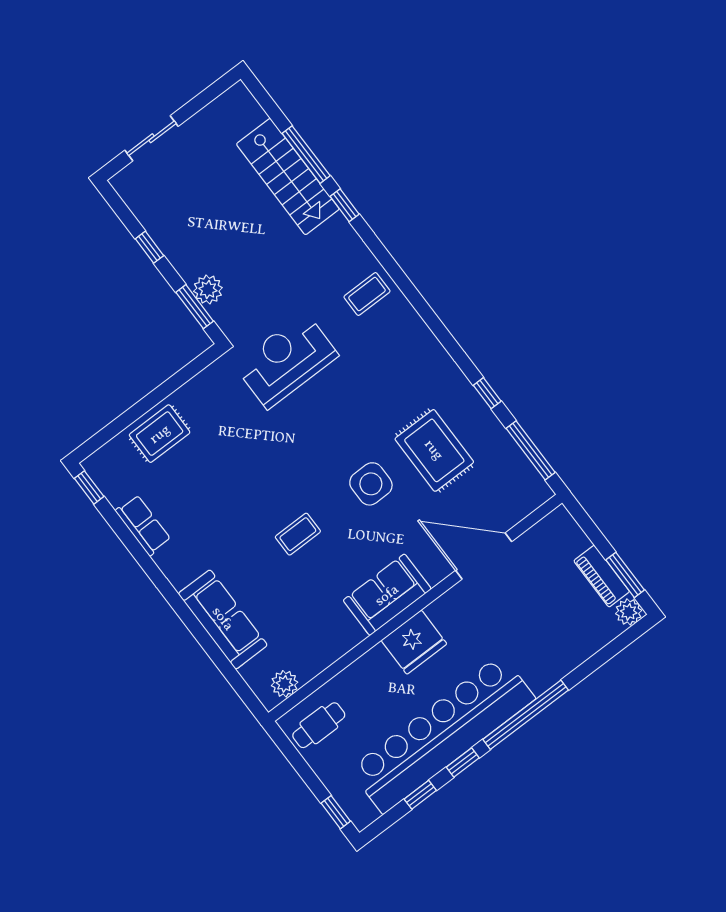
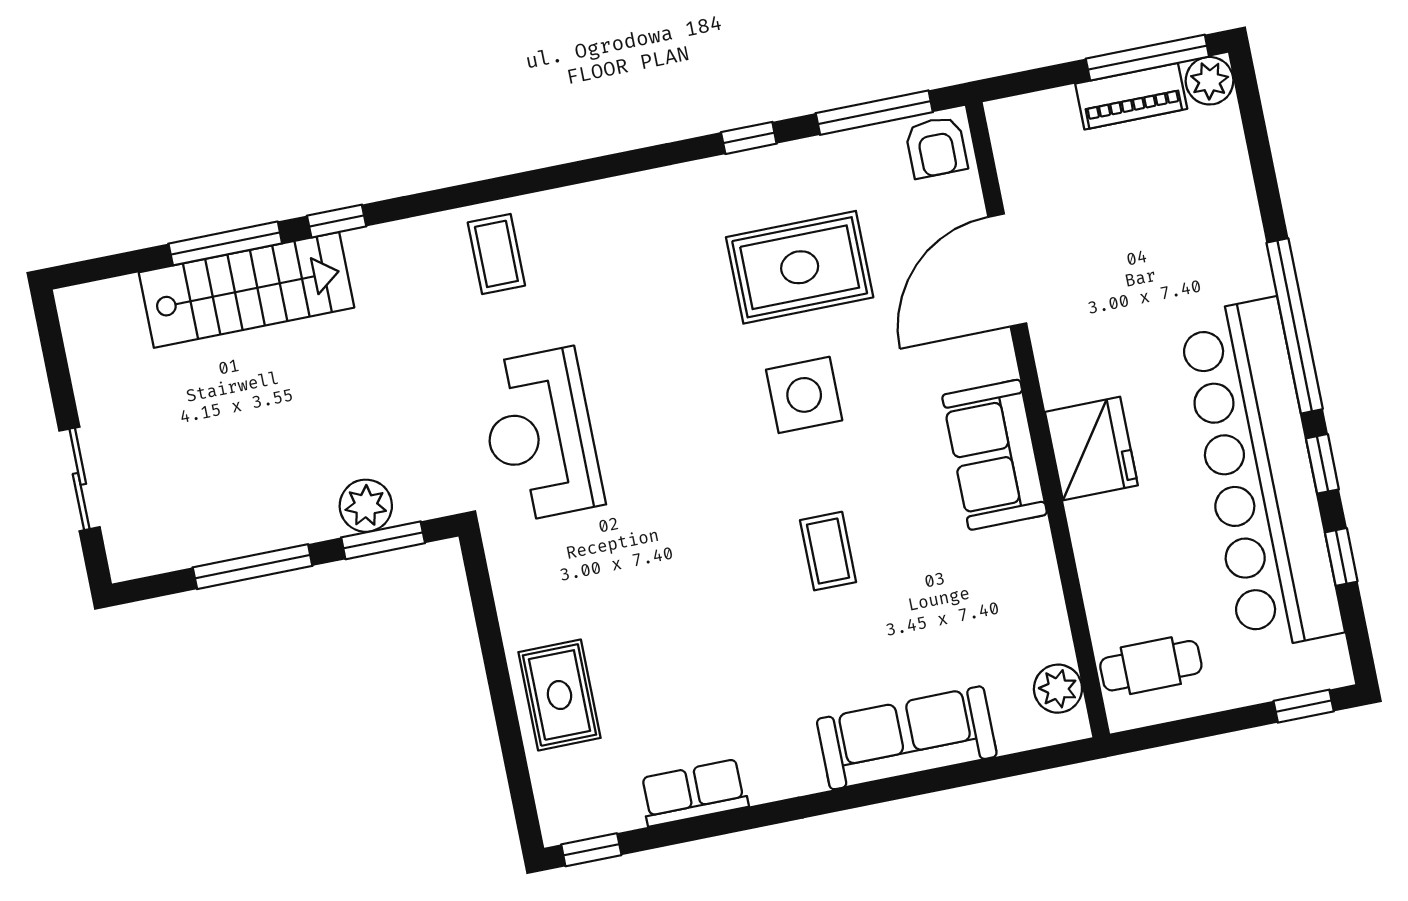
window: (149, 247) -> (253, 567), width x2.17
armchair: (528, 490) -> (936, 147), added
window: (625, 575) -> (1147, 58), width x1.44
cafe table: (319, 725) -> (1151, 666), turned 90

